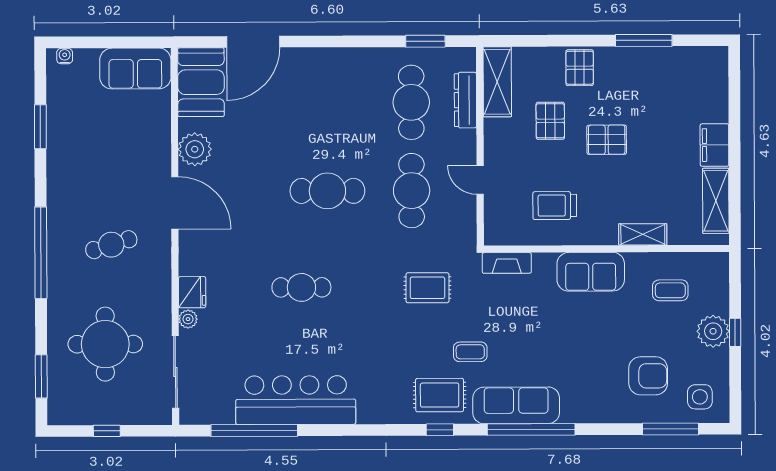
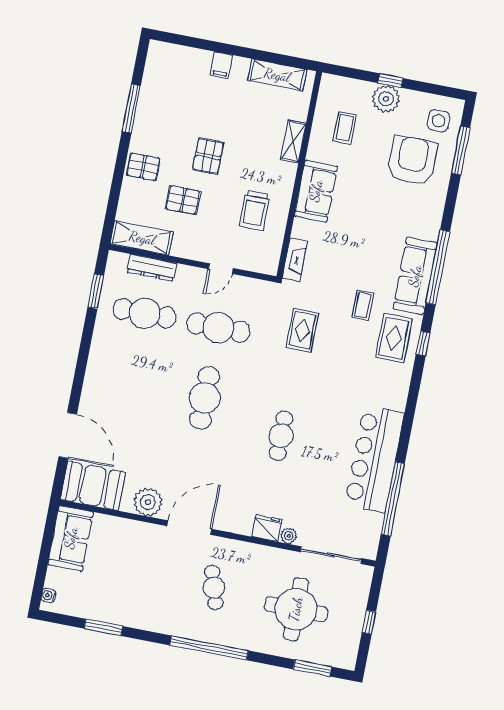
filing cabinet: (714, 145) -> (221, 65), width x0.50
armchair: (648, 376) -> (412, 160), width x1.36, depth x1.36

